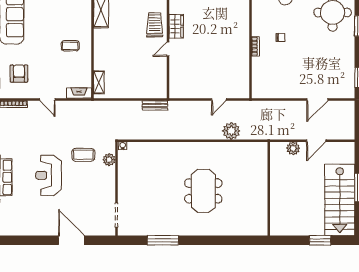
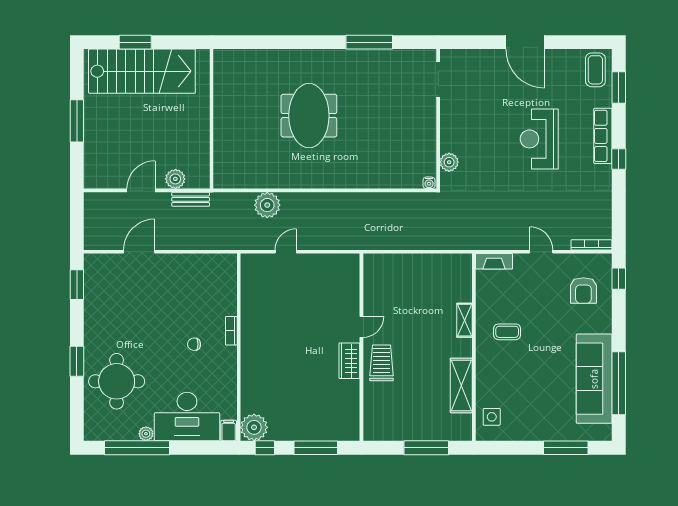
trolley: (155, 25) -> (381, 363), turned 180
shelving: (99, 82) -> (464, 320), moved
bench: (155, 105) -> (191, 199), moved
coffee table: (83, 155) -> (595, 70), moved, turned 90
reception desk: (49, 175) -> (539, 139), turned 180
stairs: (340, 200) -> (142, 71), moved, turned 90
door: (72, 240) -> (525, 42), moved

